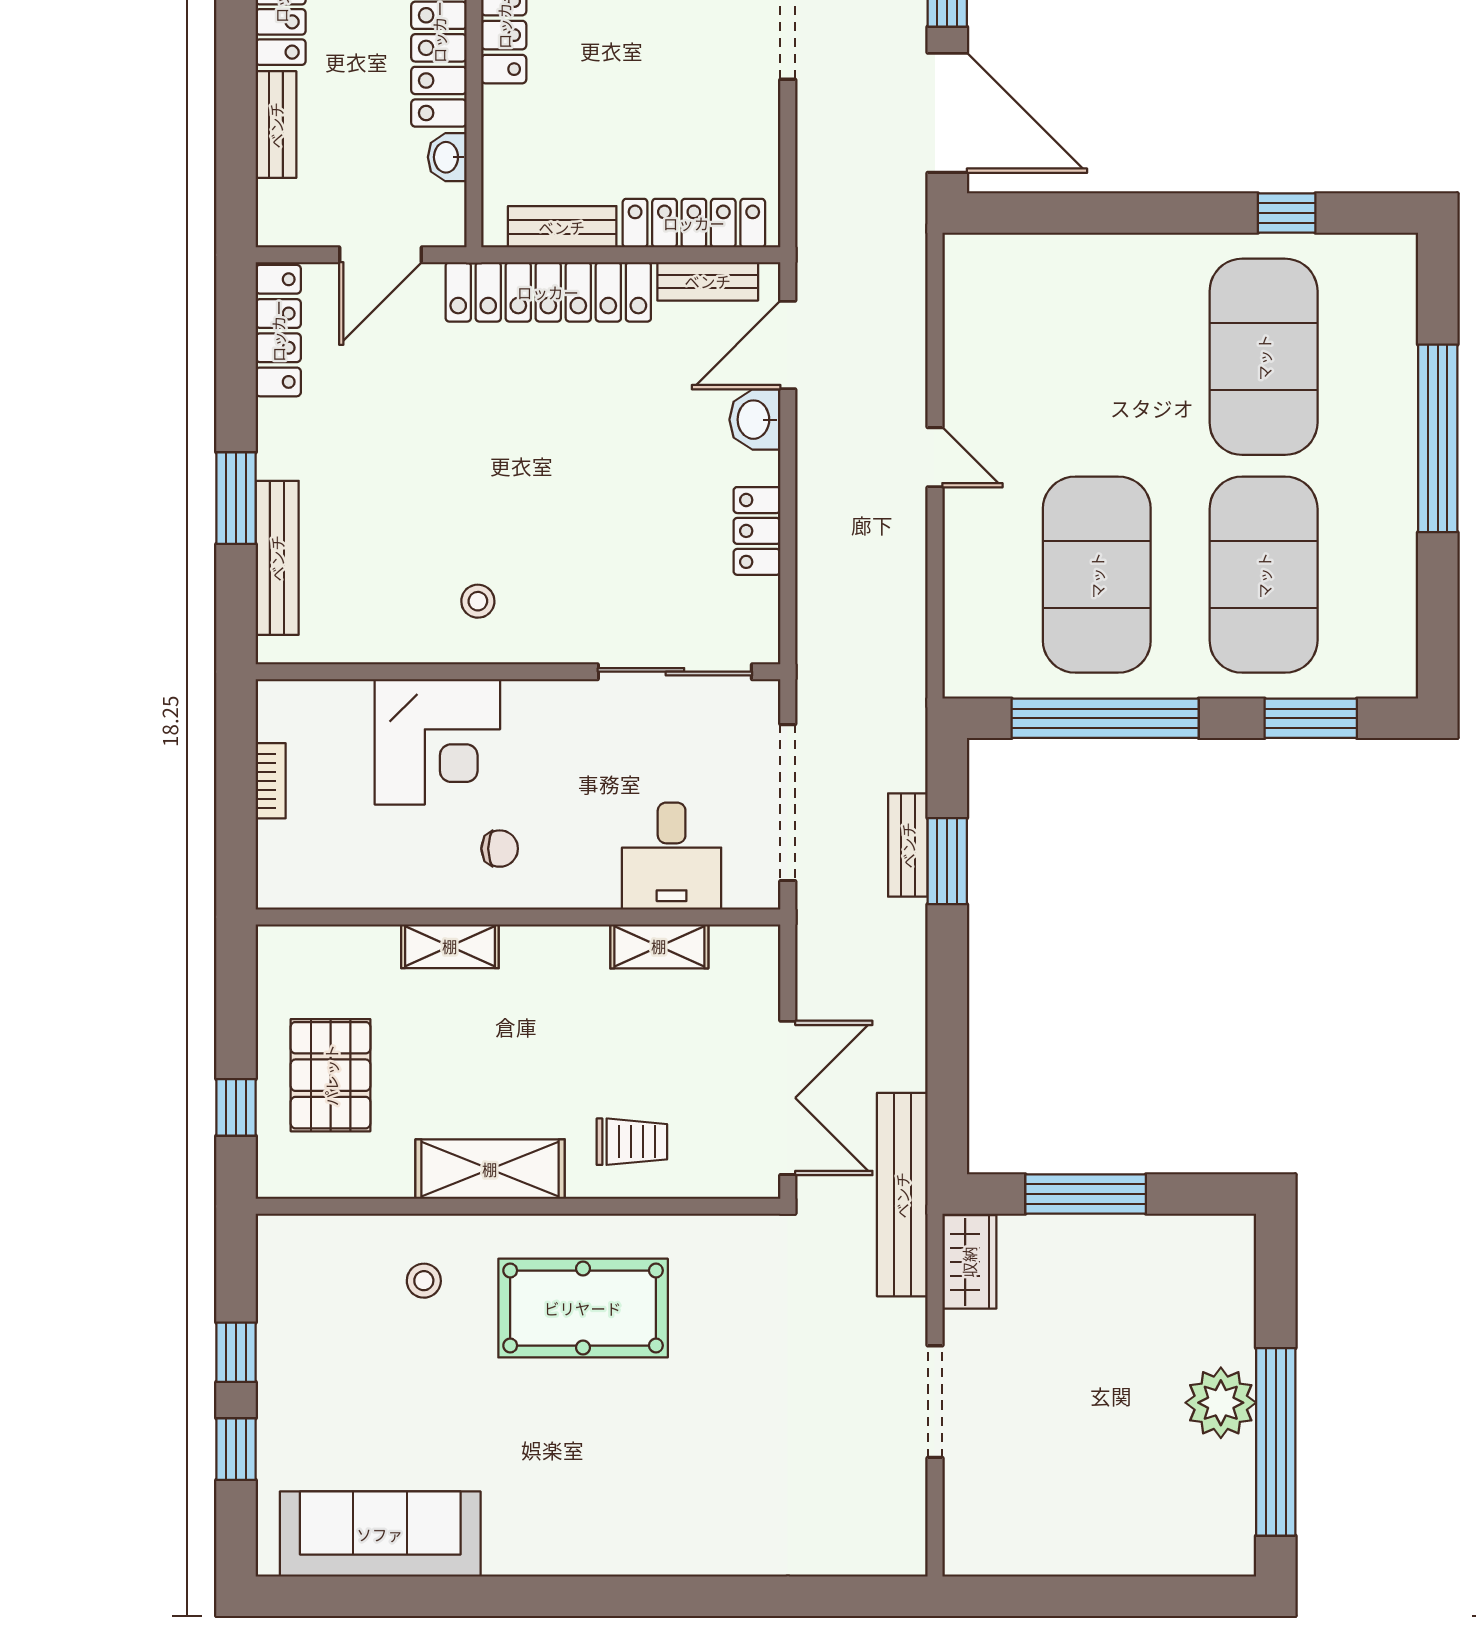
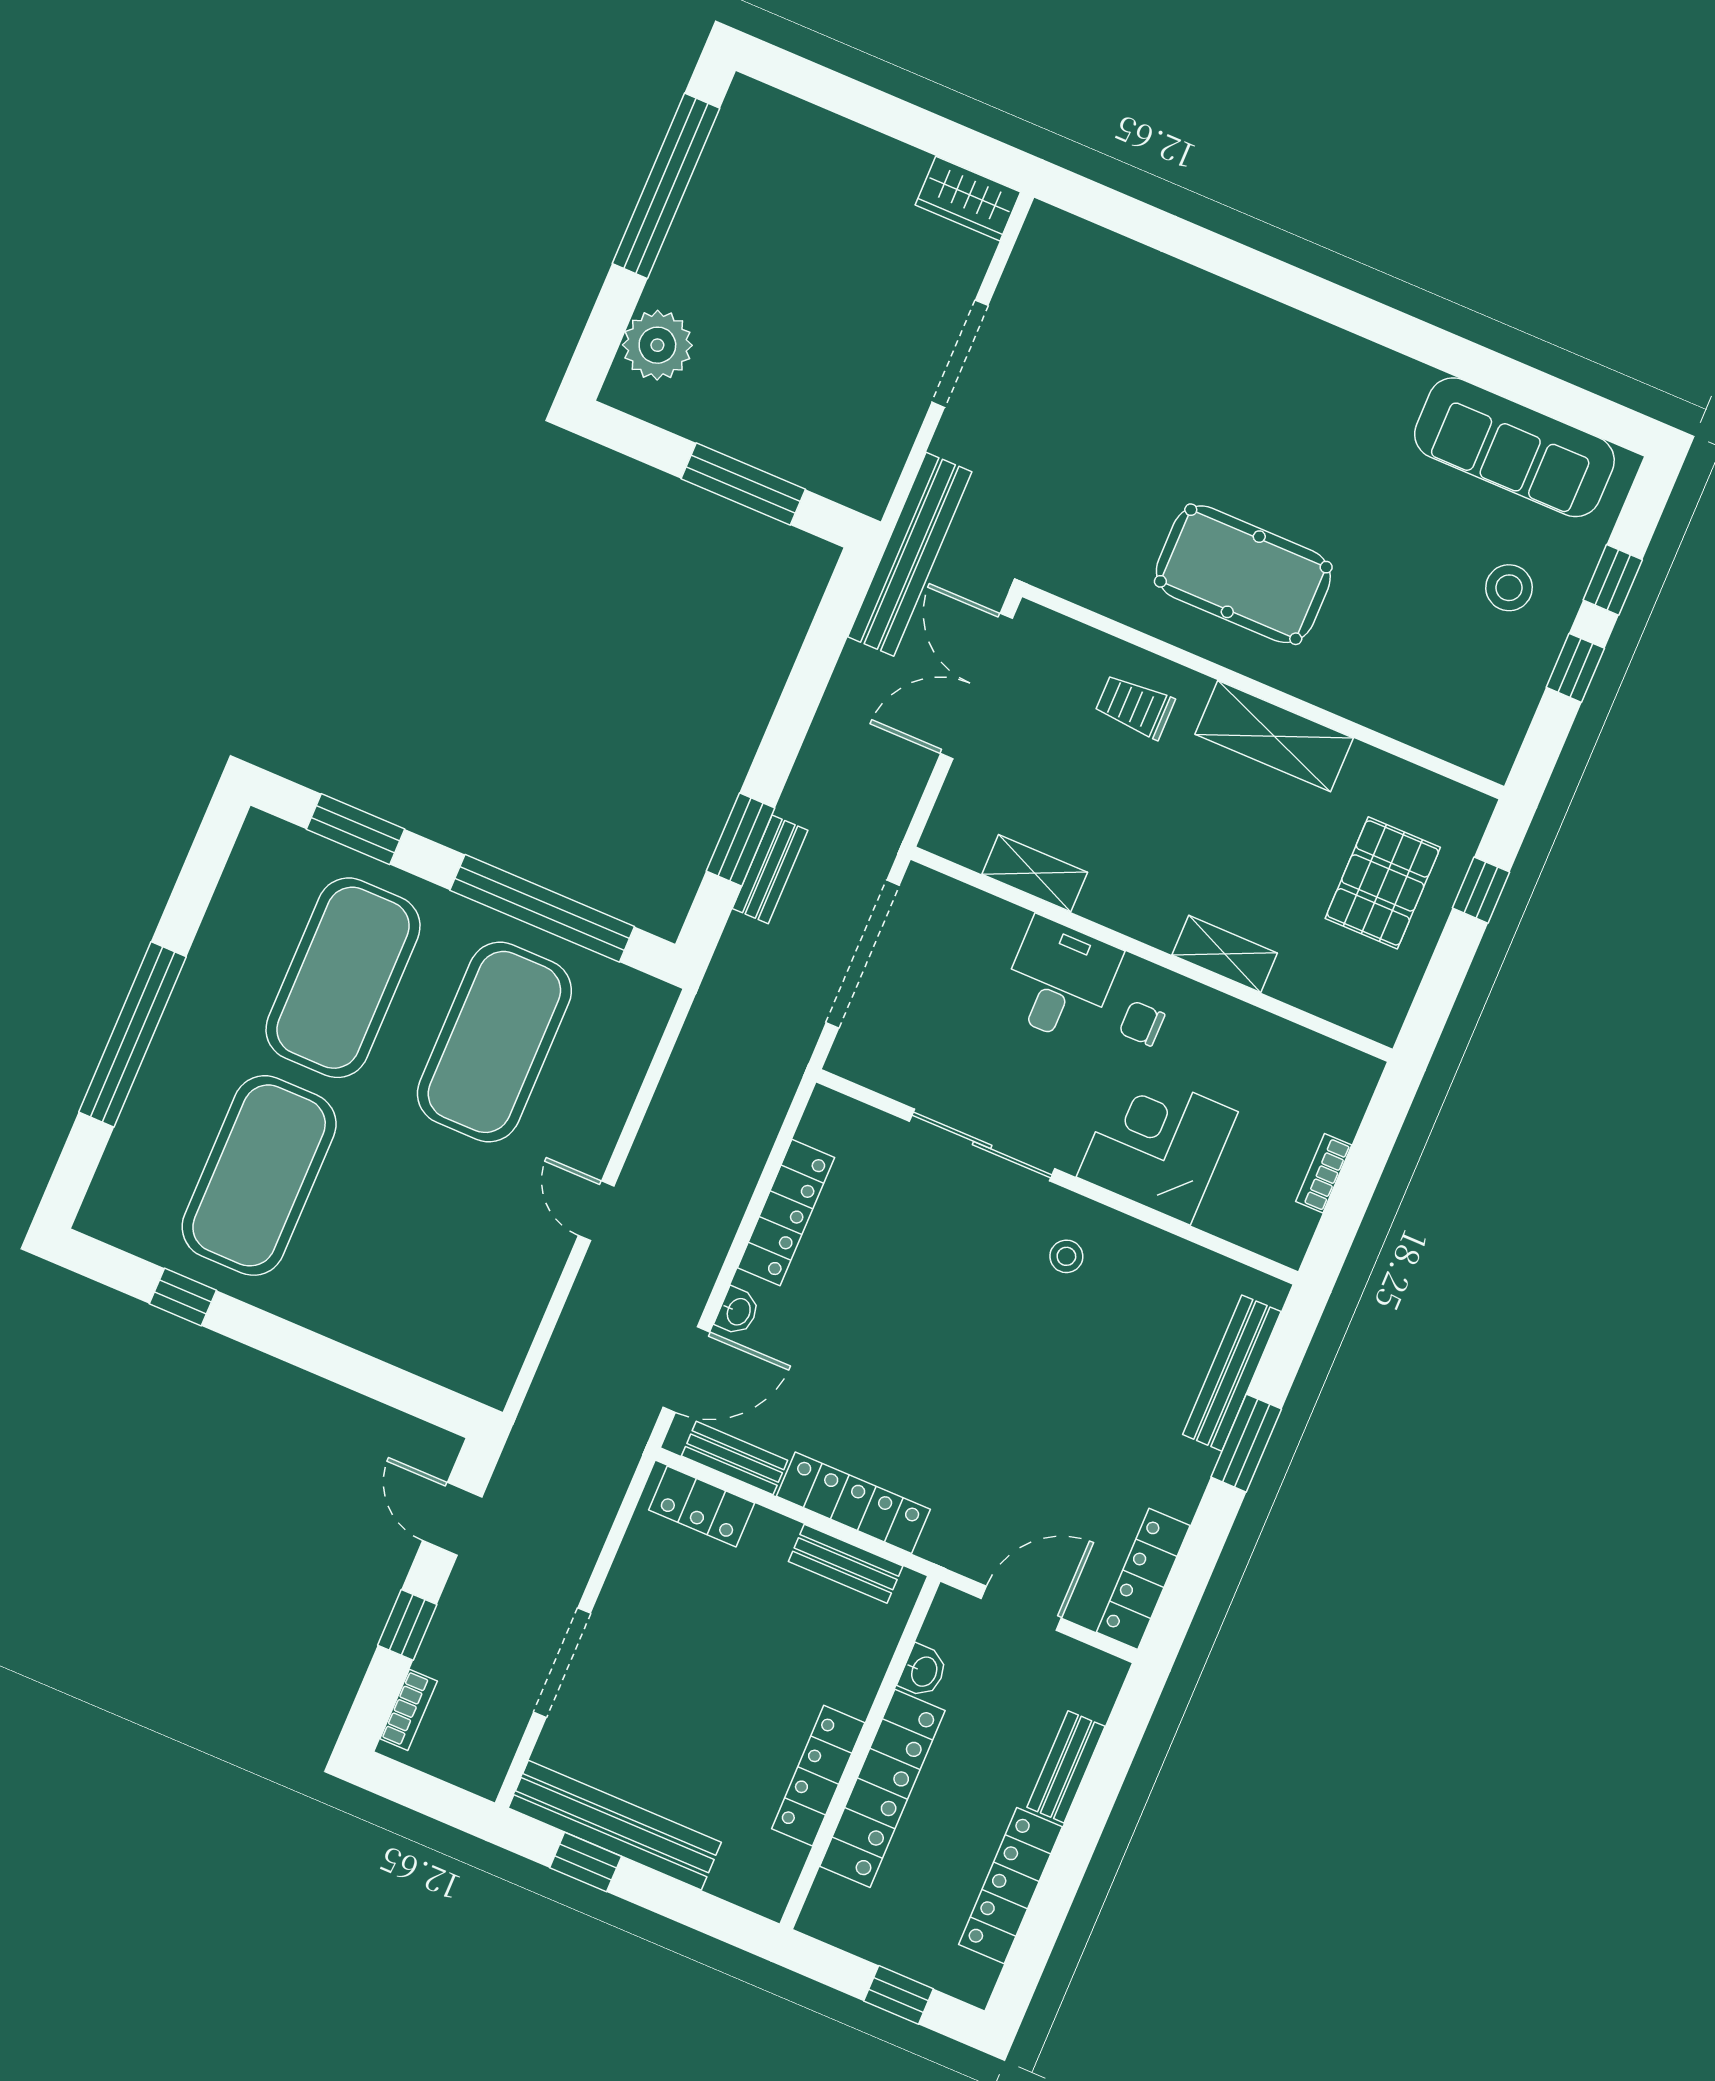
door: (947, 113) -> (452, 1519), width x0.53
locker: (694, 223) -> (702, 1507), width x0.66
locker: (548, 292) -> (853, 1503), width x0.71, depth x0.83
washbasin: (755, 420) -> (738, 1311), width x0.72, depth x0.69
locker: (757, 531) -> (786, 1213), width x1.53
sliding door: (675, 672) -> (982, 1145), moved
desk: (672, 856) -> (1060, 980), moved
wardrobe: (969, 1262) -> (968, 199), moved, turned -90
stool: (424, 1281) -> (1509, 588), moved, width x1.37, depth x1.37
plant: (1221, 1403) -> (657, 345), moved

